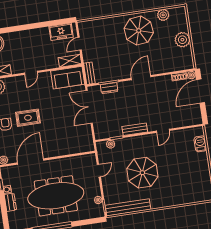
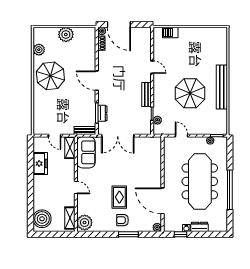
freezer: (61, 32) -> (40, 164), moved
bench: (128, 207) -> (222, 87), moved

